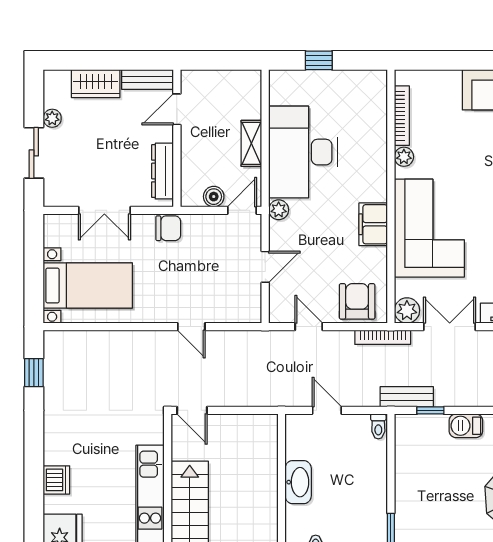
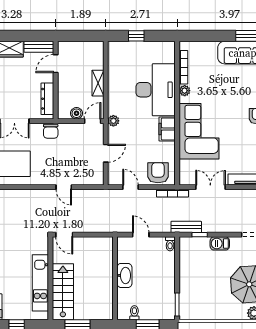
desk: (303, 152) -> (156, 90), moved, turned 180
chair: (168, 228) -> (51, 131), turned 90
plant: (407, 310) -> (186, 178), removed

